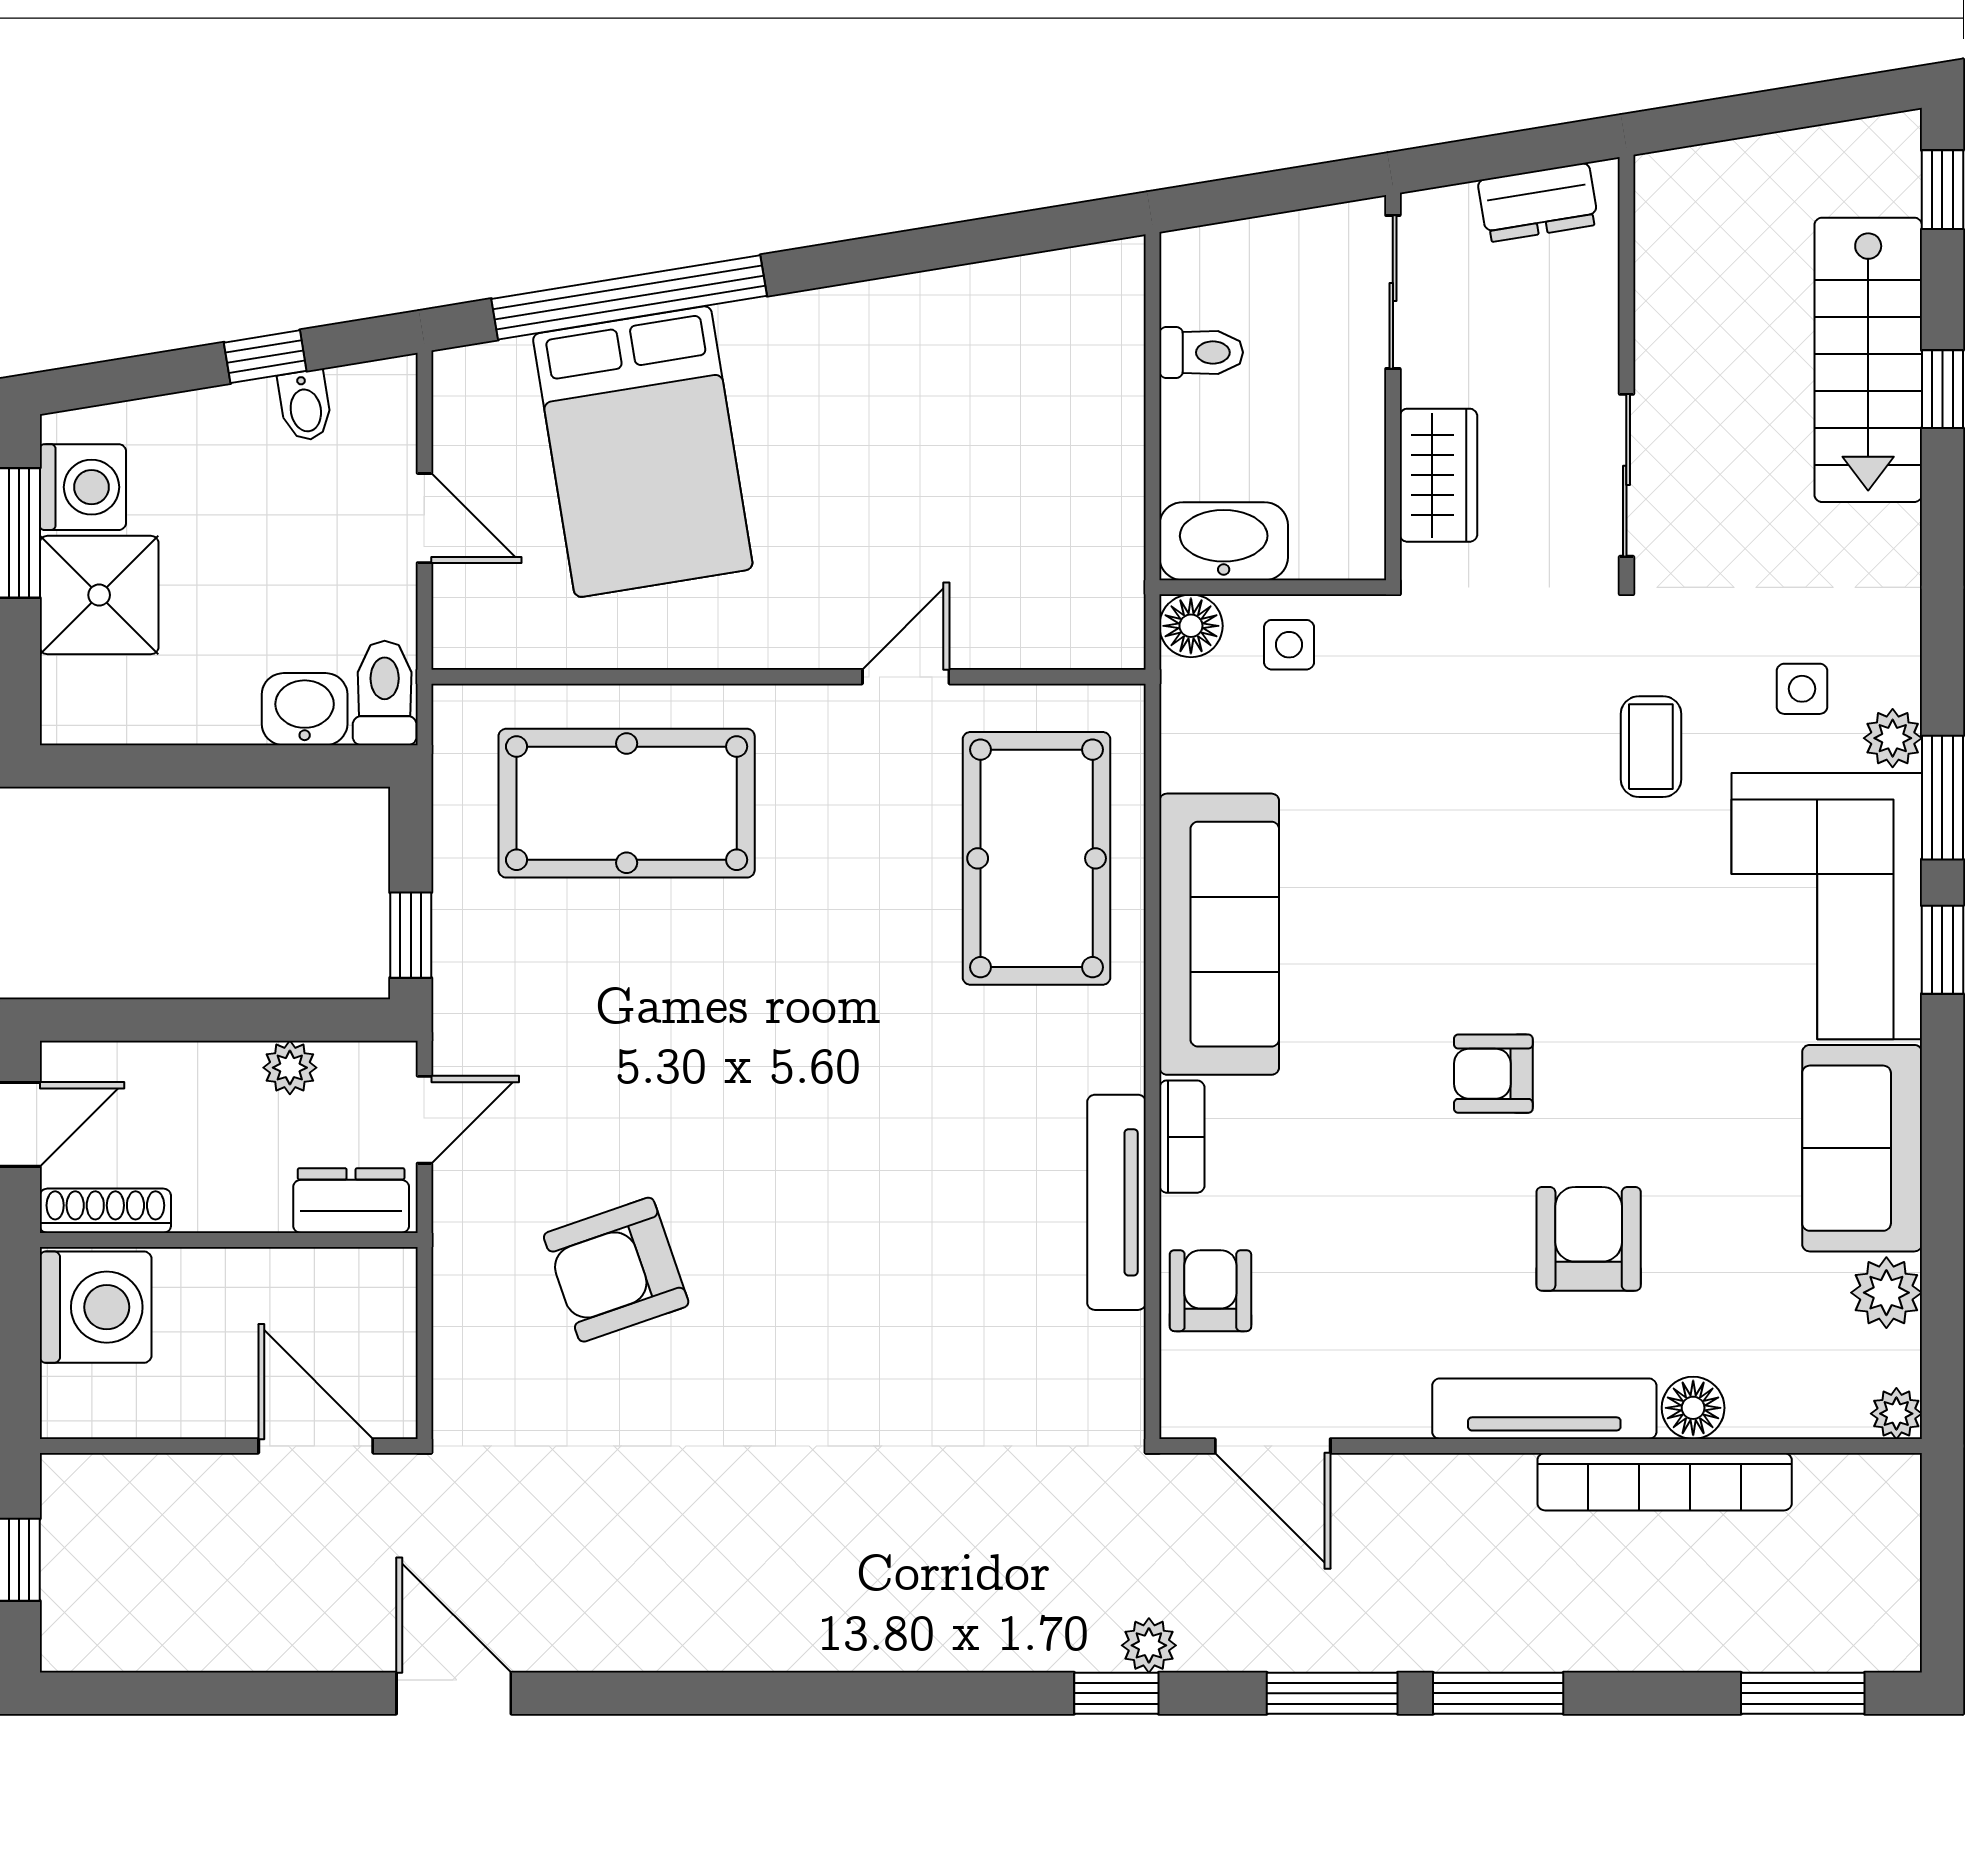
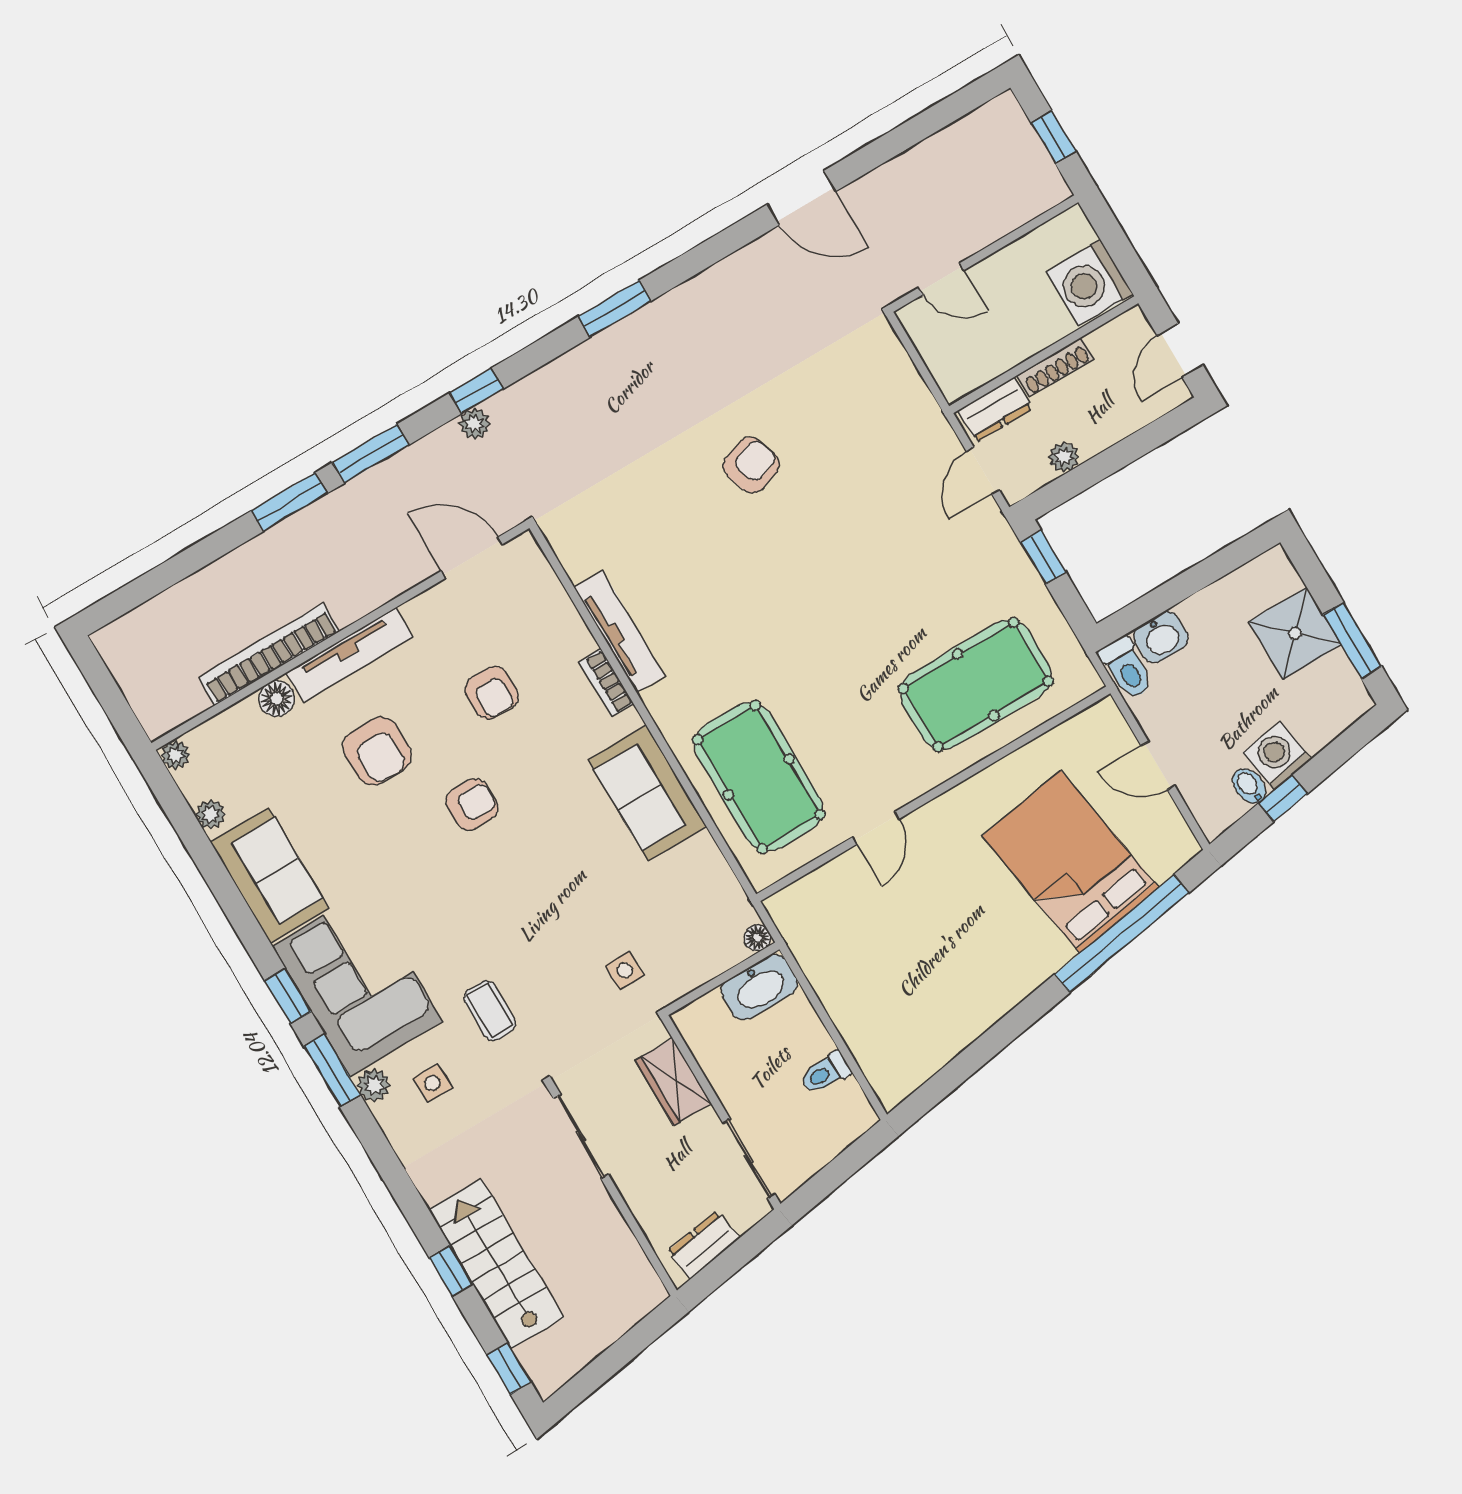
washing machine: (83, 487) -> (1277, 756), moved, turned 81
floor lamp: (1191, 626) -> (757, 938), width x0.73, depth x0.73
side table: (1289, 645) -> (625, 970), moved
sofa: (1219, 934) -> (647, 793), width x0.73
shoe rack: (105, 1211) -> (1055, 367), moved
armchair: (616, 1270) -> (751, 465), moved, width x0.72, depth x0.72
armchair: (1210, 1291) -> (492, 693), moved
plant: (1886, 1293) -> (211, 814), width x0.73, depth x0.73
door: (316, 1446) -> (941, 279), width x0.73
window: (1803, 1693) -> (615, 309), moved

